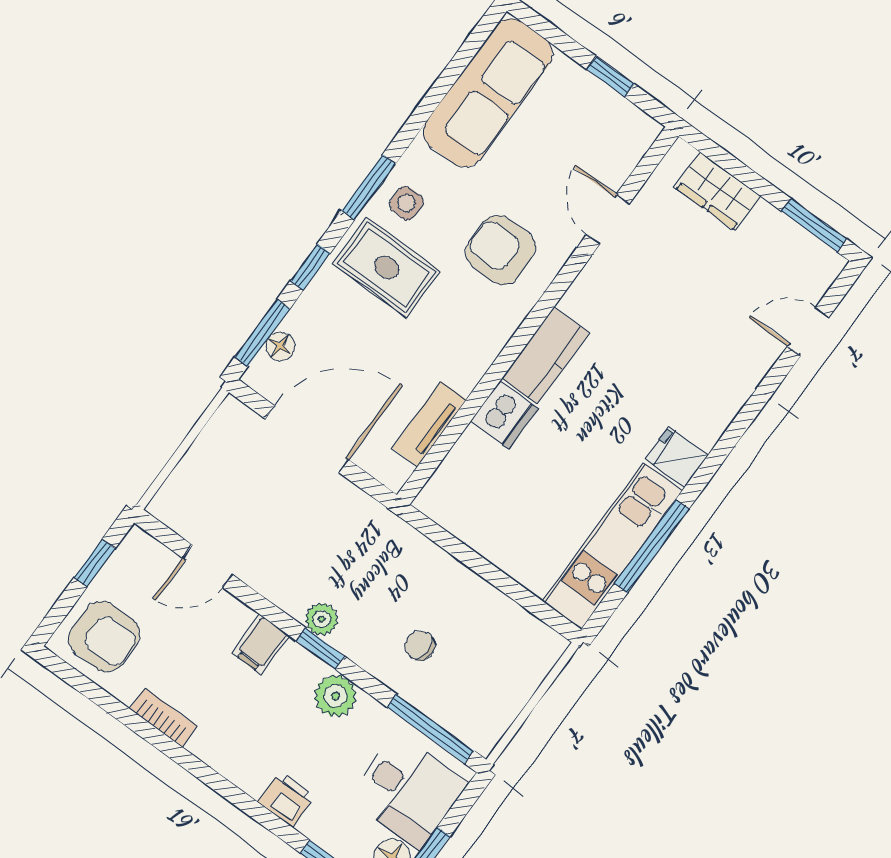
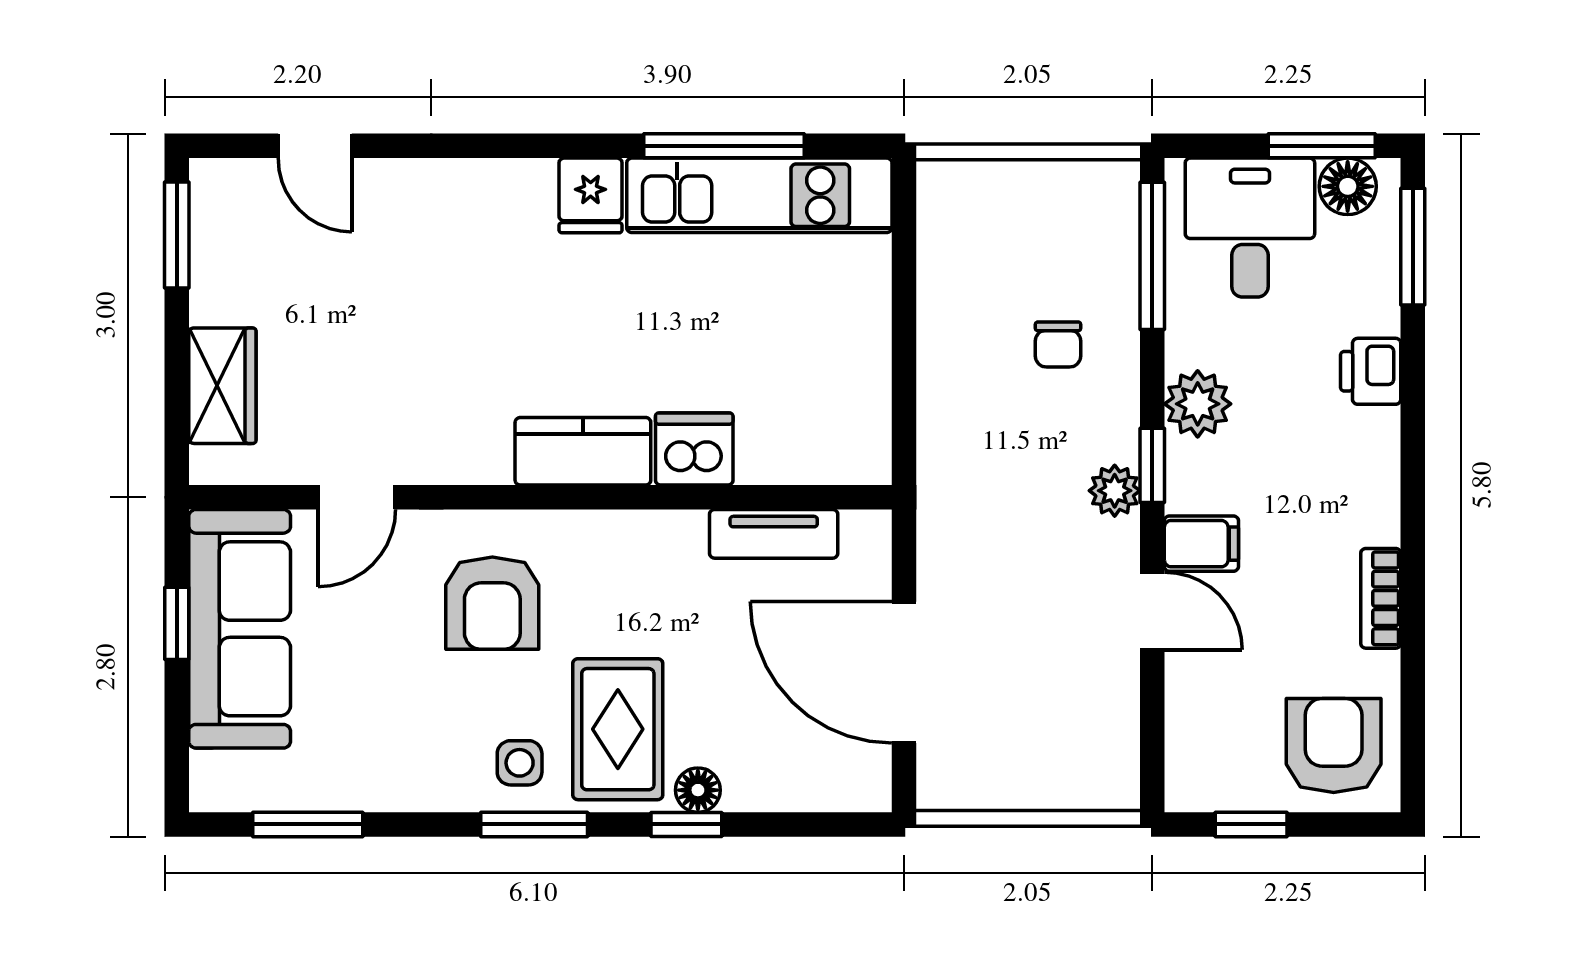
sofa: (488, 93) -> (240, 629), moved, turned 90
window: (262, 333) -> (308, 824), moved
floor lamp: (280, 346) -> (698, 790), moved
door: (208, 566) -> (1152, 611), moved

